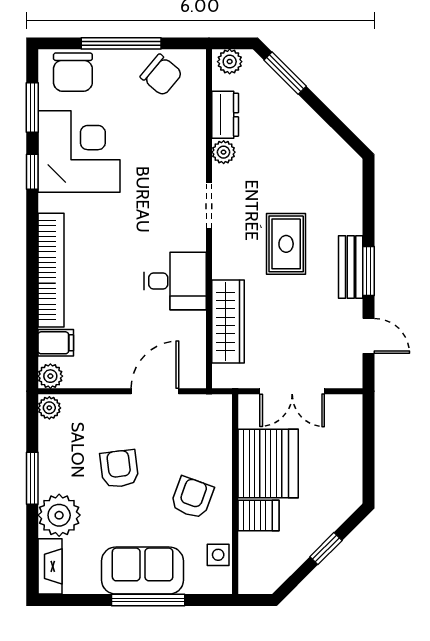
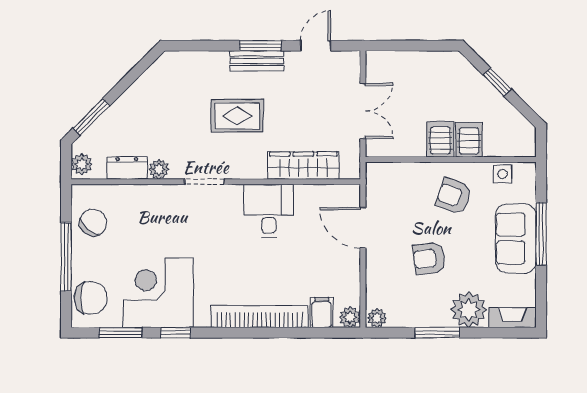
server rack: (268, 463) -> (440, 139), width x0.46, depth x0.70

